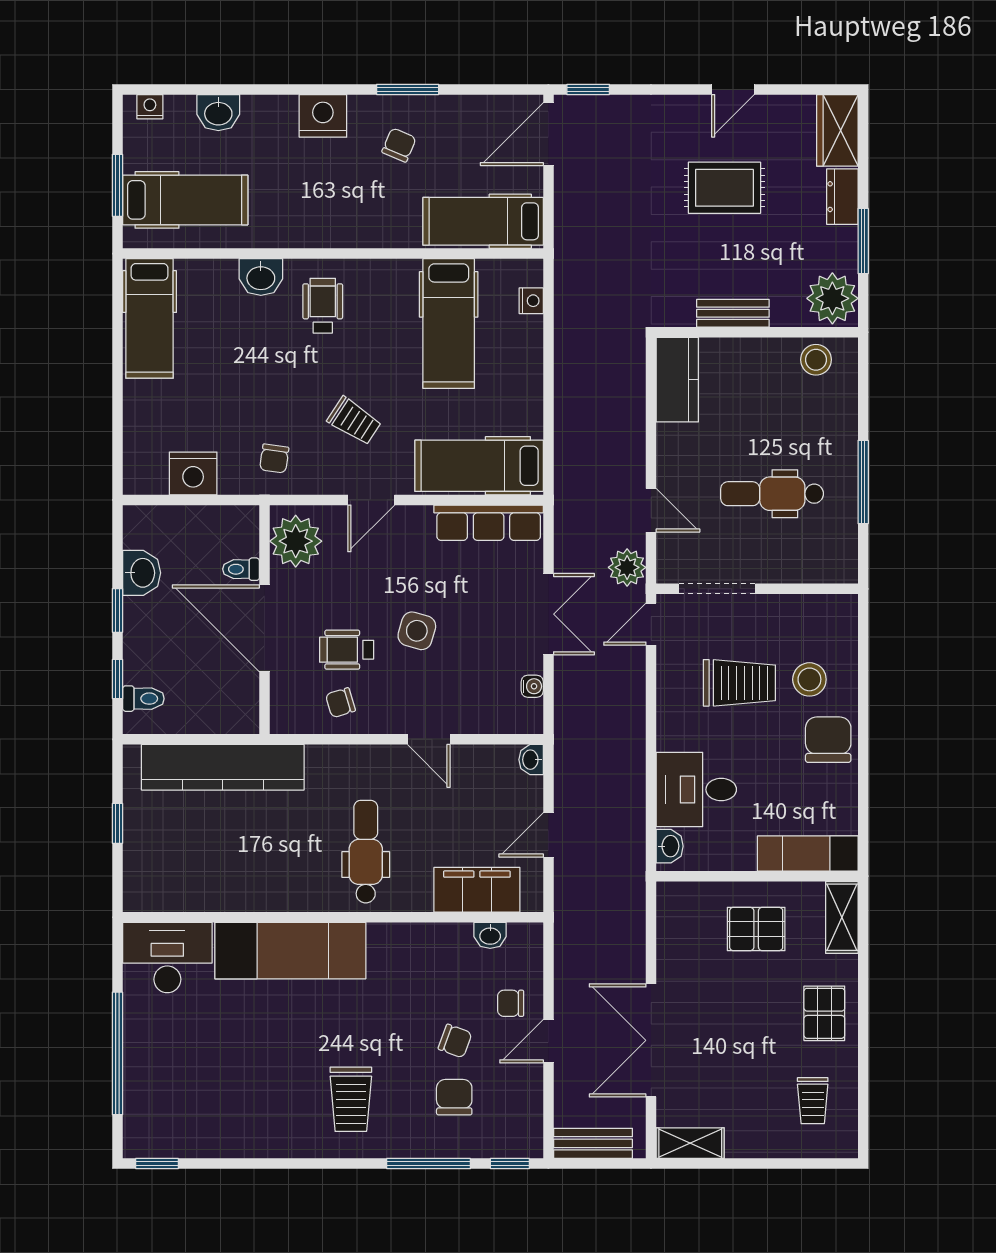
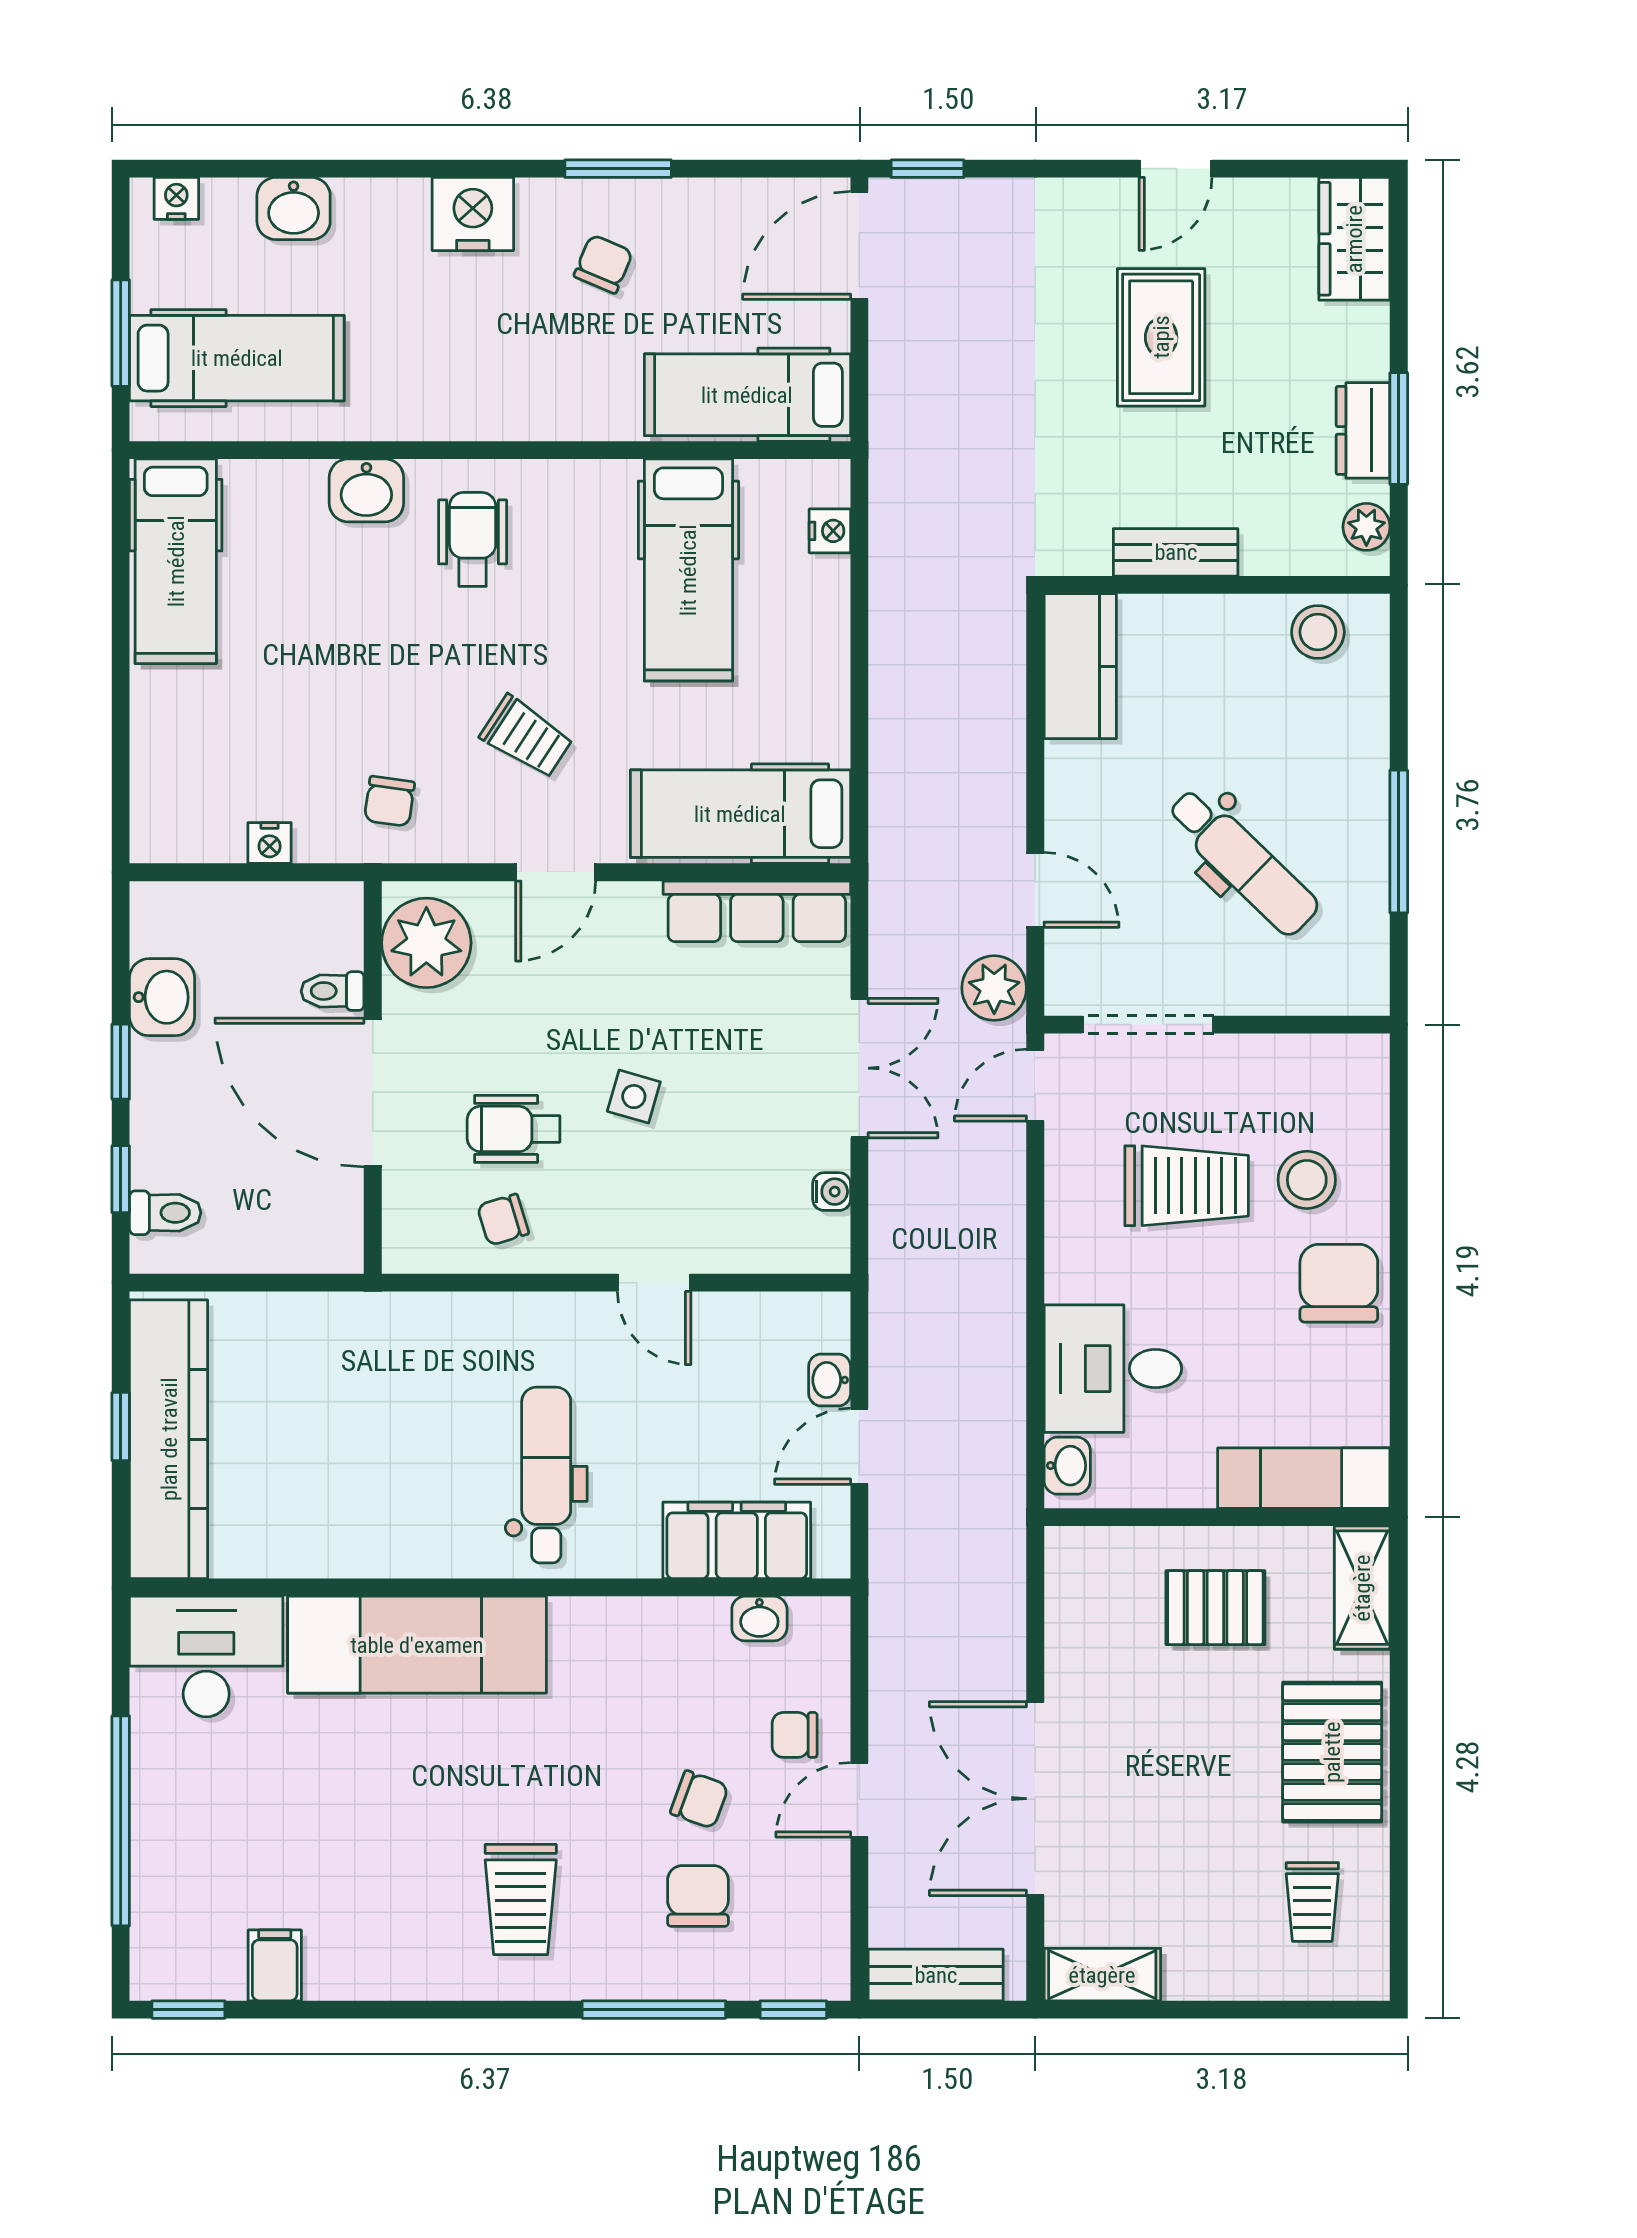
rug: (724, 188) -> (1161, 337), turned 90
dresser: (842, 197) -> (1363, 430), moved
plant: (832, 298) -> (1366, 527), width x0.53, depth x0.53
nightstand: (193, 473) -> (270, 843), width x0.53, depth x0.56
dental chair: (772, 494) -> (1243, 862), turned -136
side table: (417, 631) -> (634, 1097), width x0.73, depth x0.73
washbasin: (531, 760) -> (830, 1380), moved
kitchen counter: (223, 767) -> (169, 1439), moved, turned -90
pallet: (824, 1013) -> (1332, 1752), width x1.50, depth x1.42
filing cabinet: (207, 1138) -> (275, 1965), added

